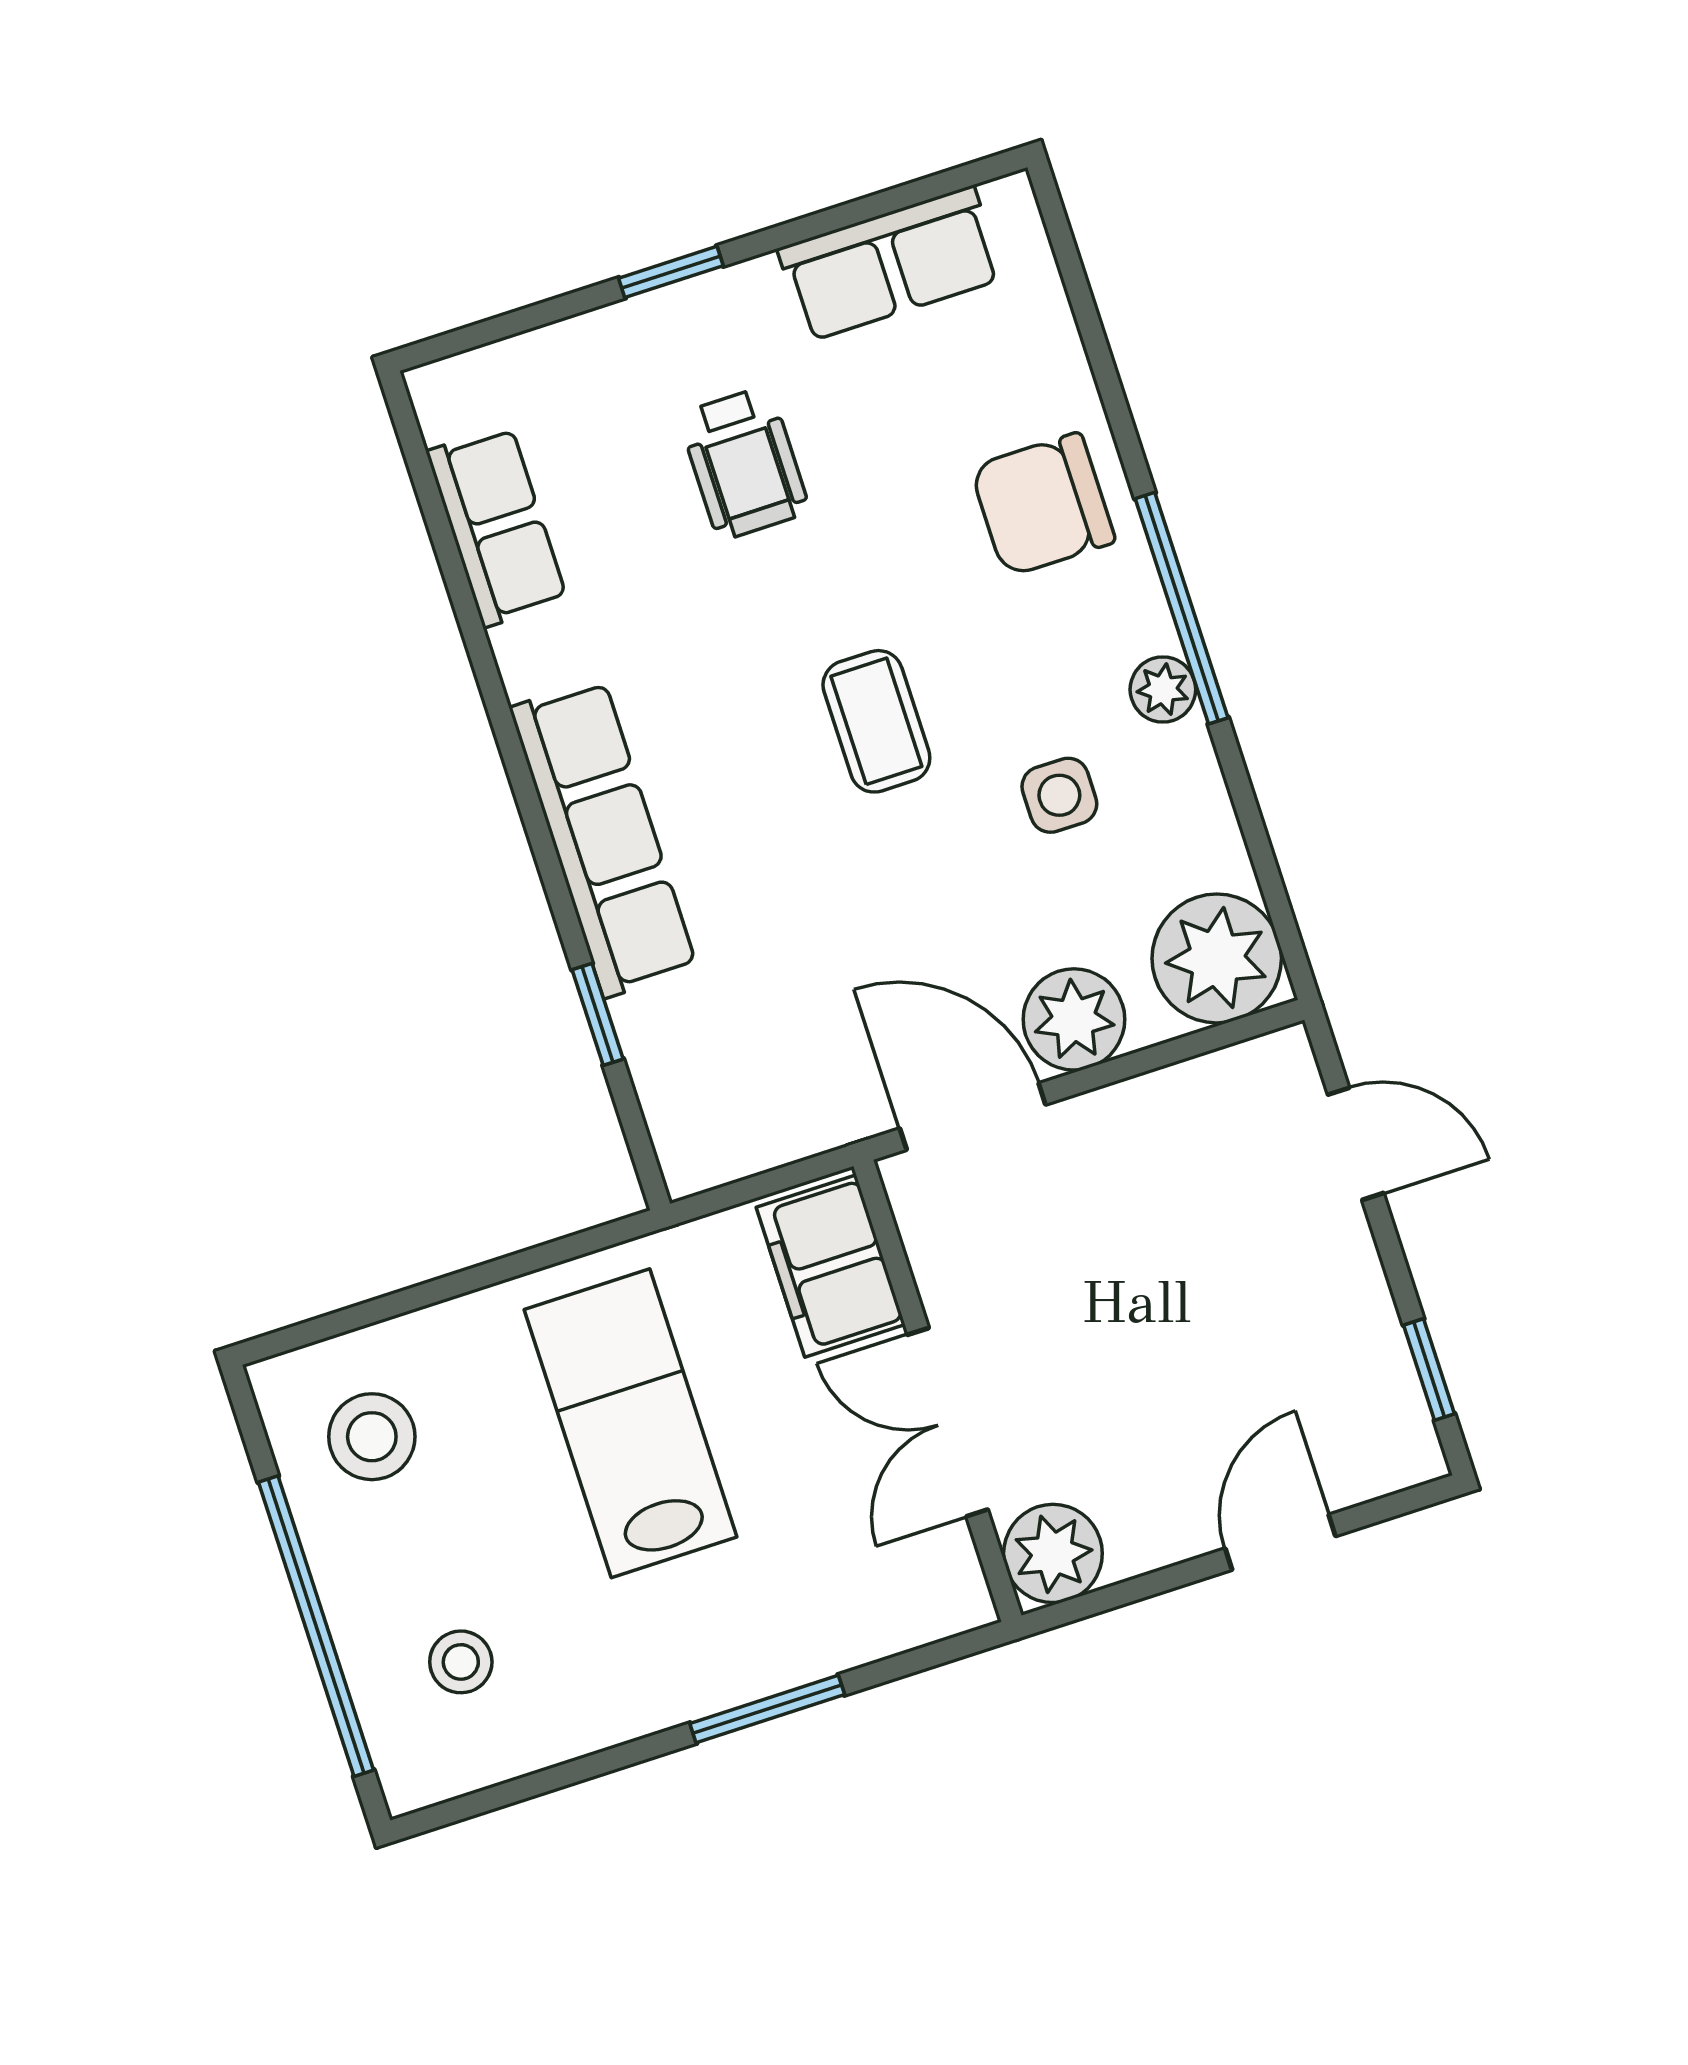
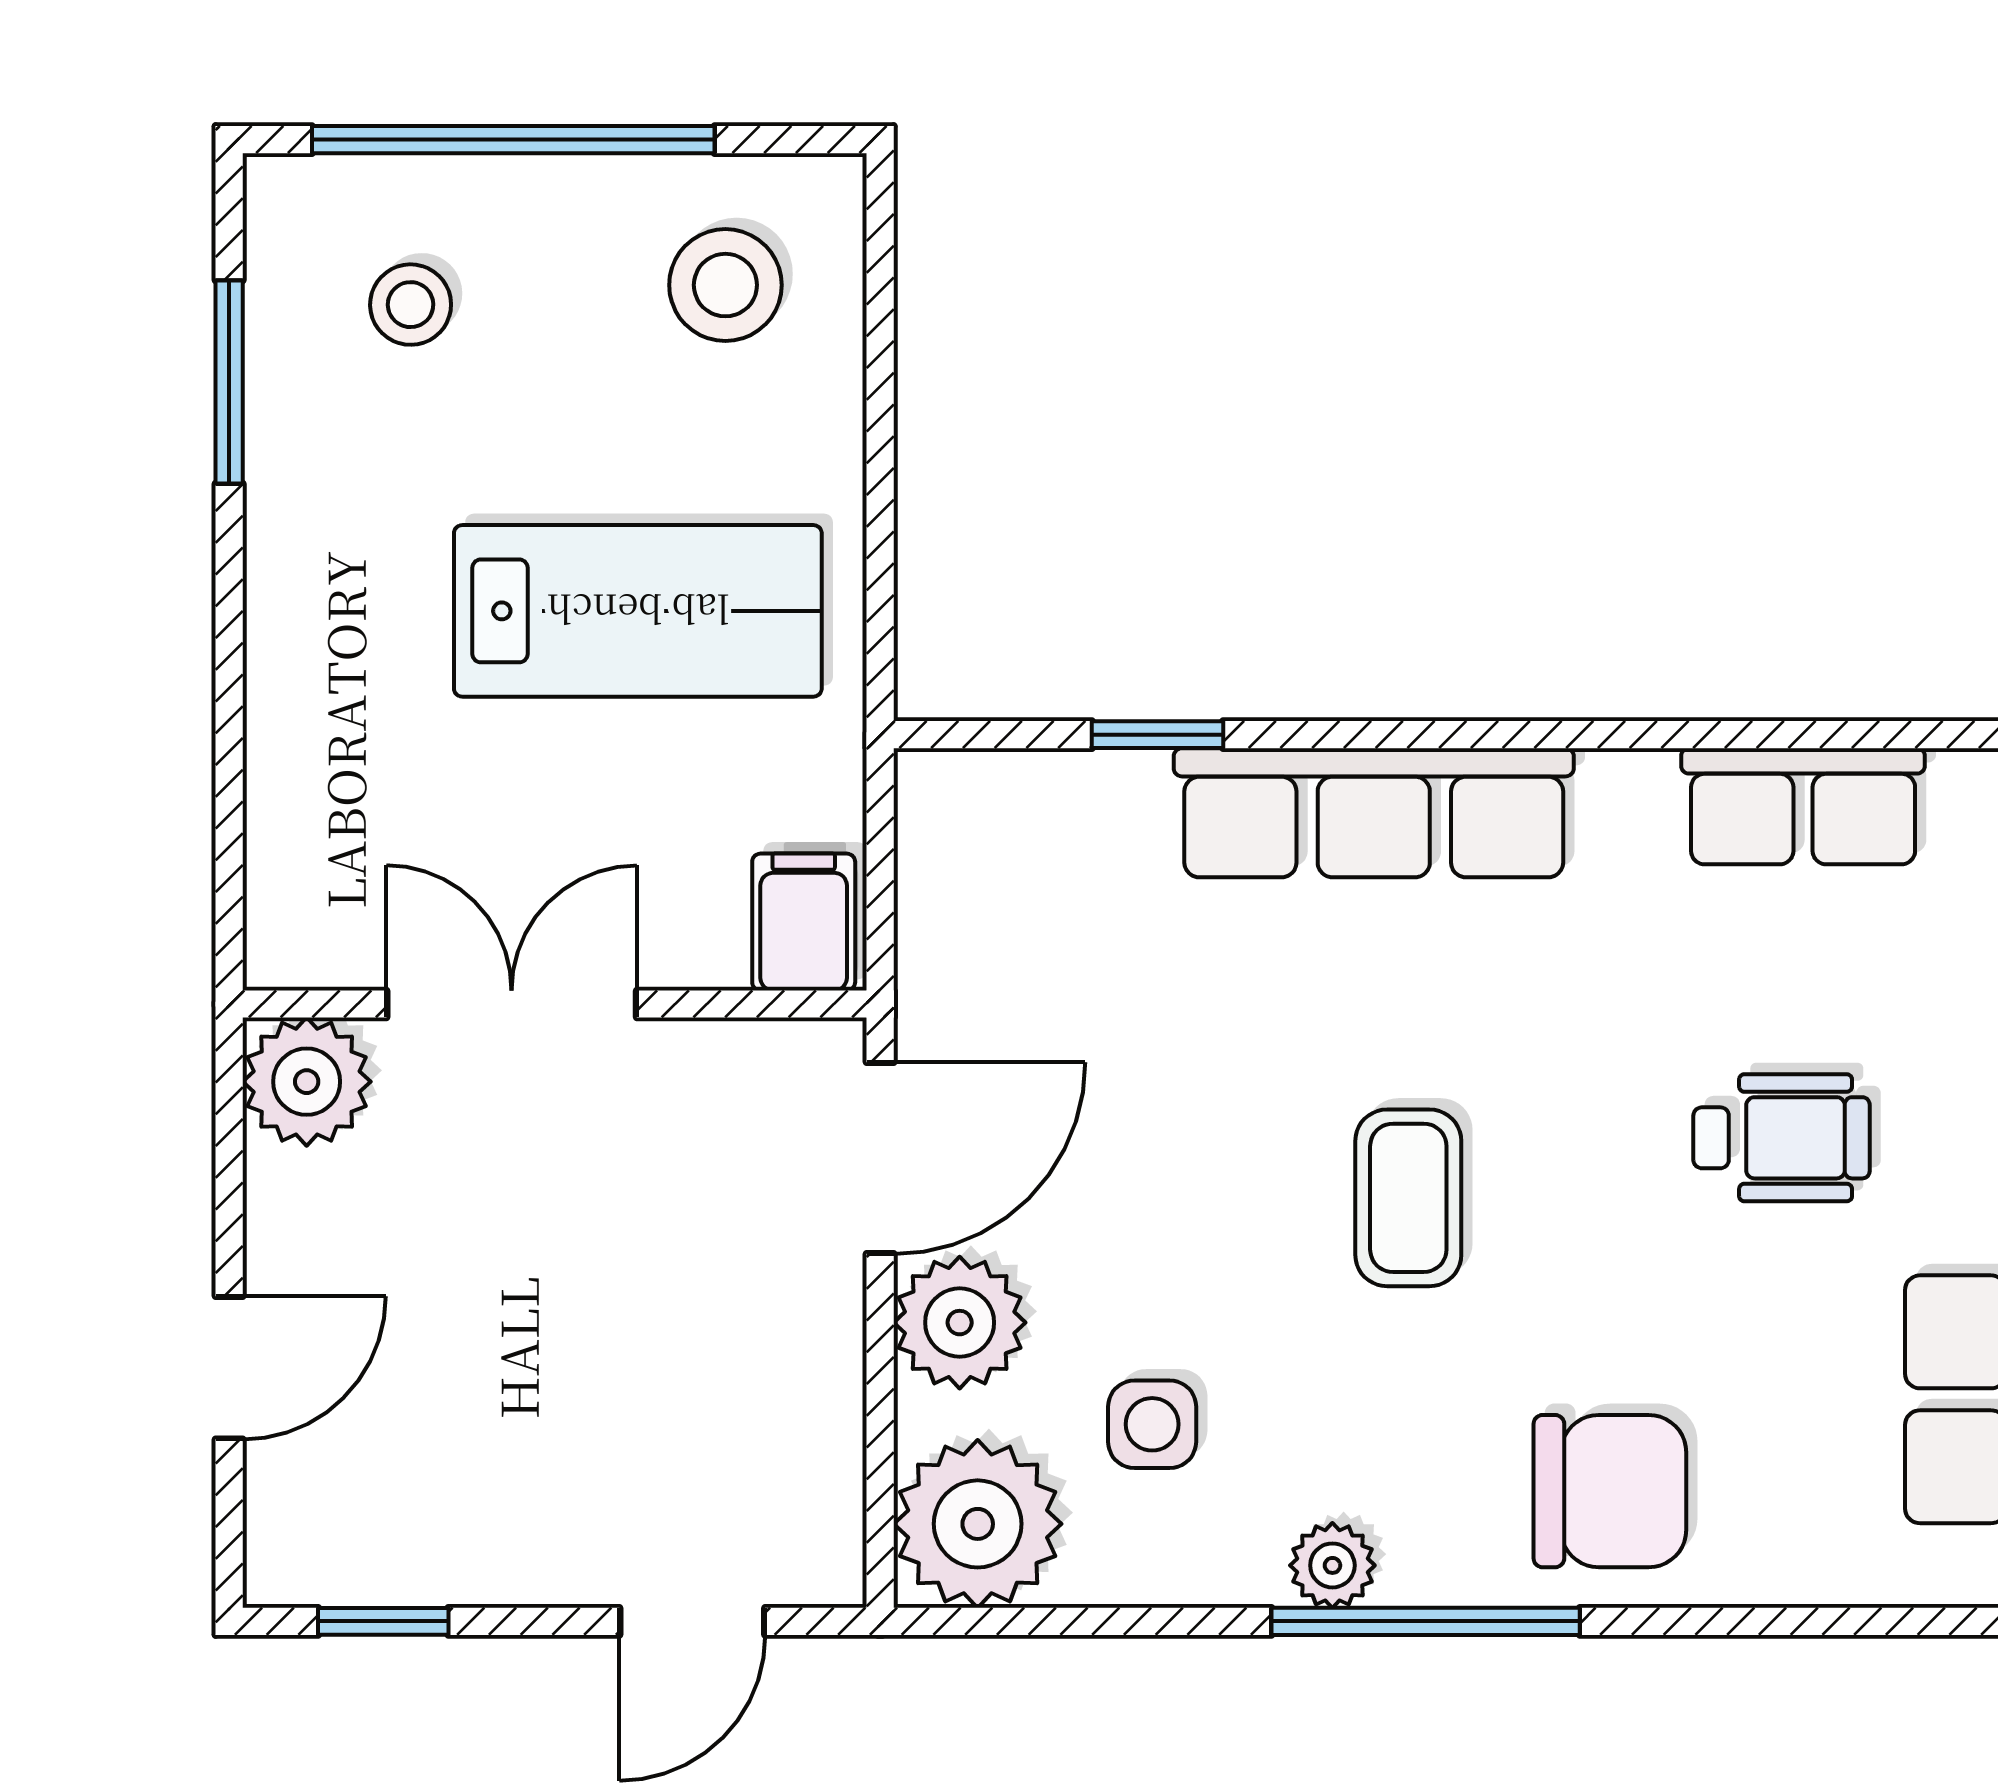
wheelchair: (744, 463) -> (1781, 1138), turned 180
chair: (1043, 505) -> (1610, 1491), turned 90
coffee table: (876, 721) -> (1408, 1198), turned 90
side table: (1059, 795) -> (1152, 1424), moved
filing cabinet: (831, 1266) -> (804, 922), width x0.50
door: (1280, 1542) -> (229, 1368), hinge flipped
window: (767, 1709) -> (229, 382), moved

